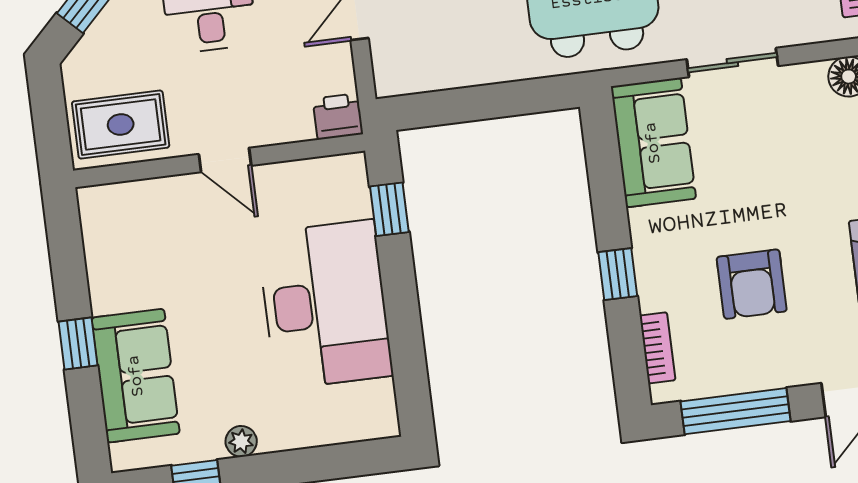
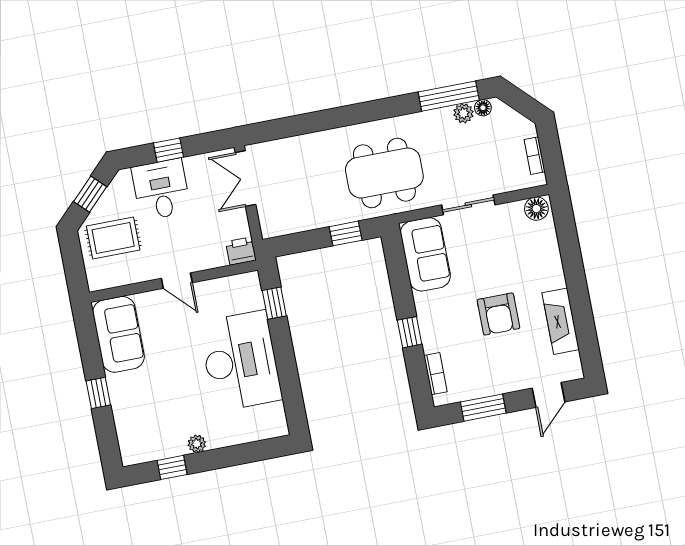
window: (519, 98) -> (346, 233), added
rug: (121, 125) -> (113, 238), moved
armchair: (752, 284) -> (498, 314), moved
sofa: (136, 376) -> (119, 334), moved
window: (735, 411) -> (483, 408), width x0.69

